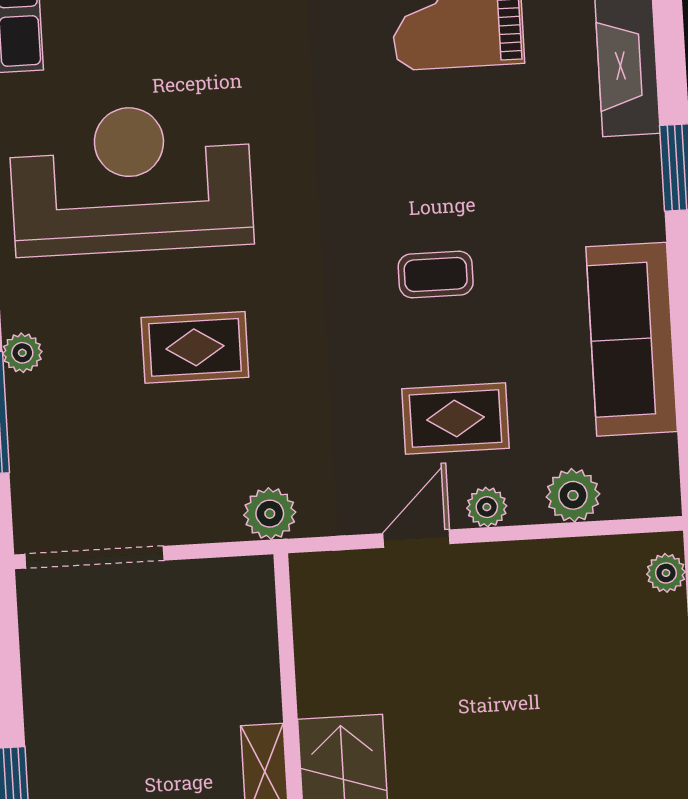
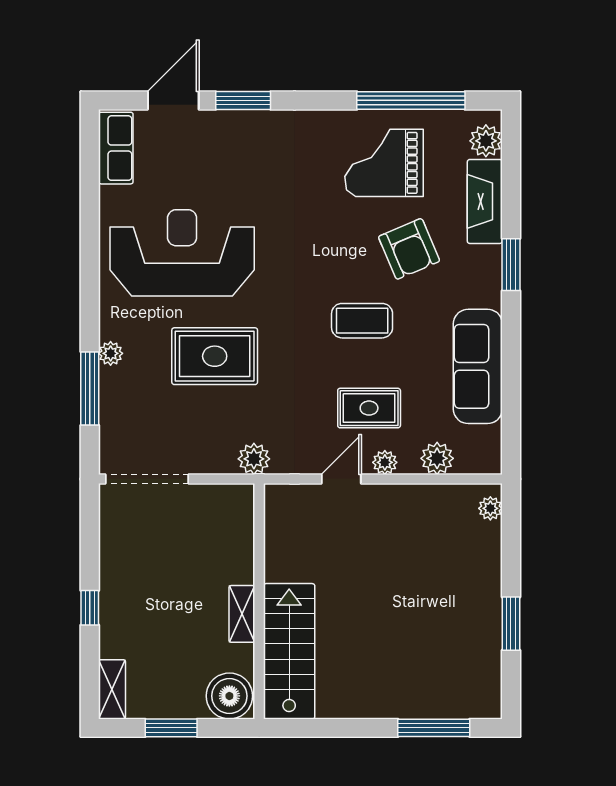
armchair: (507, 151) -> (409, 249), added
coffee table: (436, 274) -> (362, 321), width x1.36, depth x1.30
rug: (195, 347) -> (215, 356), width x1.36, depth x1.43

